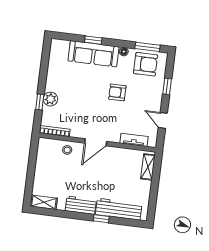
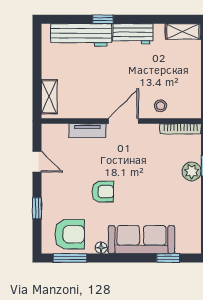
window: (93, 40) -> (168, 258), moved
armchair: (146, 64) -> (70, 234), turned 180
tv unit: (134, 140) -> (87, 131), moved

